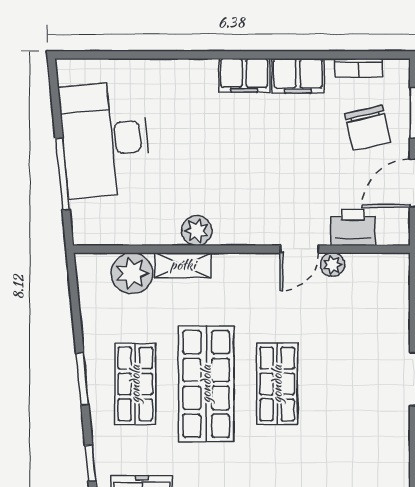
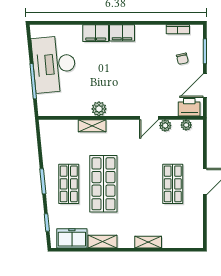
filing cabinet: (298, 76) -> (96, 33), moved
chair: (368, 128) -> (182, 59), width x0.54, depth x0.54
printer: (353, 227) -> (189, 107), moved
plant: (132, 273) -> (186, 125), moved, width x0.53, depth x0.53
shop shelf: (277, 384) -> (173, 184), moved

